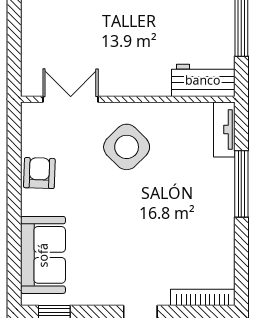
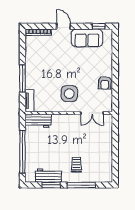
side table: (127, 147) -> (69, 94), turned 45
sofa: (43, 255) -> (87, 38), moved, turned -90

